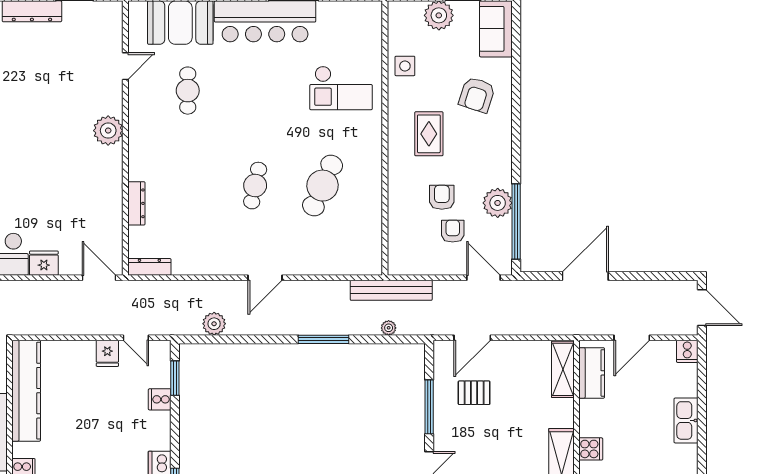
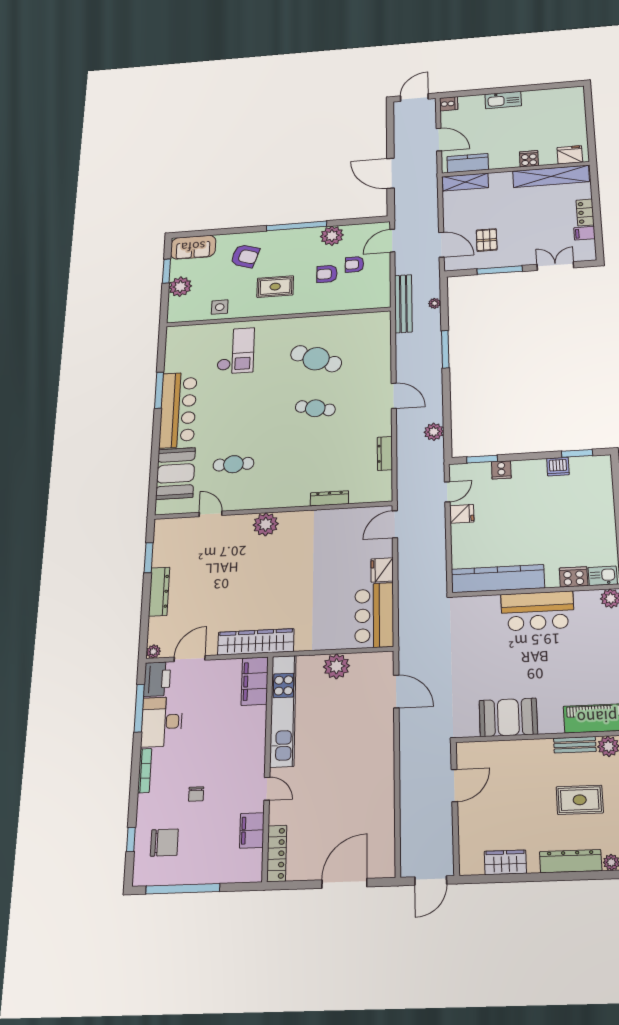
window: (516, 221) -> (297, 226), moved
dresser: (149, 267) -> (385, 453), moved

